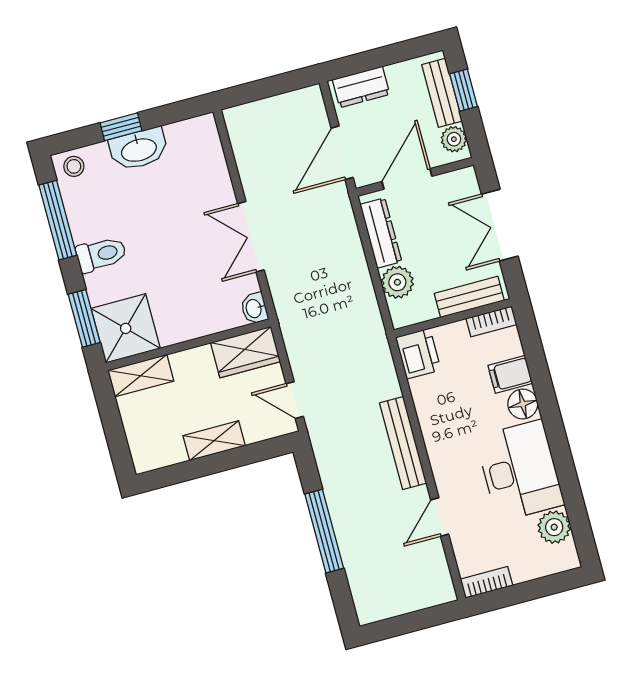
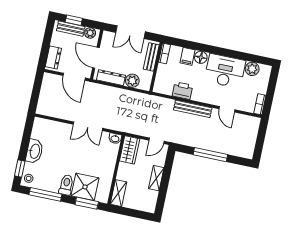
window: (121, 127) -> (20, 168), moved
shower: (126, 328) -> (85, 187), moved
printer: (418, 354) -> (182, 91), moved

